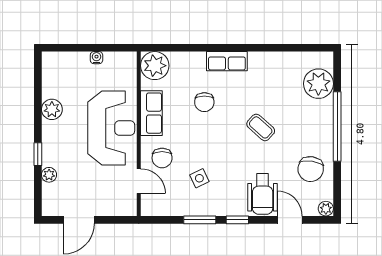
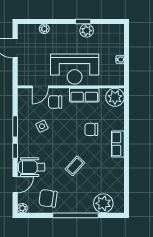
window: (38, 154) -> (83, 21), moved

